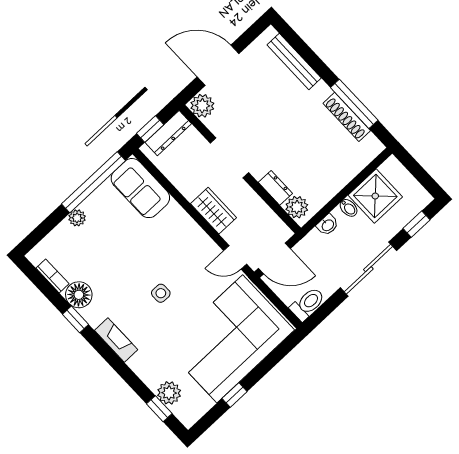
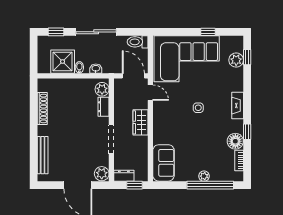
window: (354, 104) -> (34, 111), removed
dresser: (168, 133) -> (124, 176), width x0.70
window: (93, 182) -> (210, 185), moved

